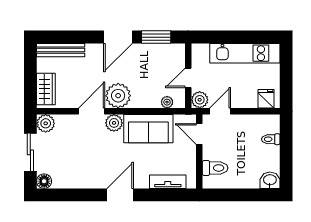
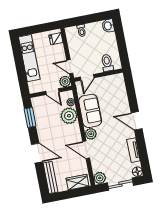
door: (118, 37) -> (37, 153), moved
plant: (118, 96) -> (69, 116), moved
tv unit: (168, 182) -> (133, 150), moved

